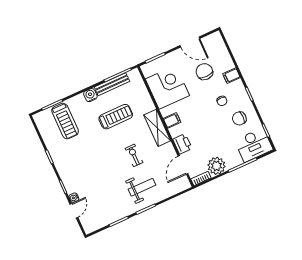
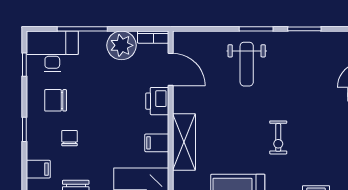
chair: (239, 118) -> (56, 100), turned 180
exercise bike: (134, 155) -> (278, 137), moved
door: (183, 165) -> (171, 69), hinge flipped
weight bench: (142, 187) -> (247, 64), turned -90

